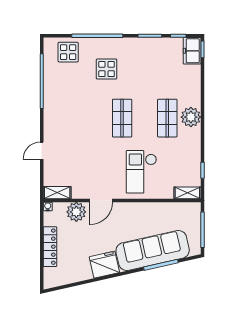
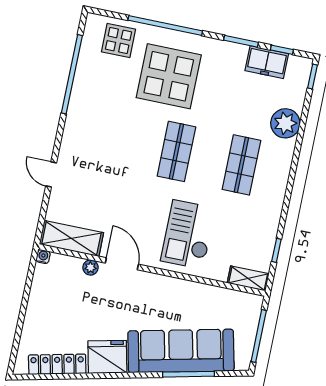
freezer: (192, 51) -> (267, 62), moved, turned -90
display table: (107, 69) -> (169, 76), width x1.86, depth x1.86
plant: (191, 117) -> (285, 123), moved
door: (42, 151) -> (51, 174), hinge flipped
shelving: (57, 193) -> (71, 238), width x1.50, depth x1.33
door: (101, 200) -> (122, 264), swing flipped
plant: (76, 212) -> (90, 267), width x0.53, depth x0.53
locker: (50, 247) -> (57, 364), moved, turned -103

